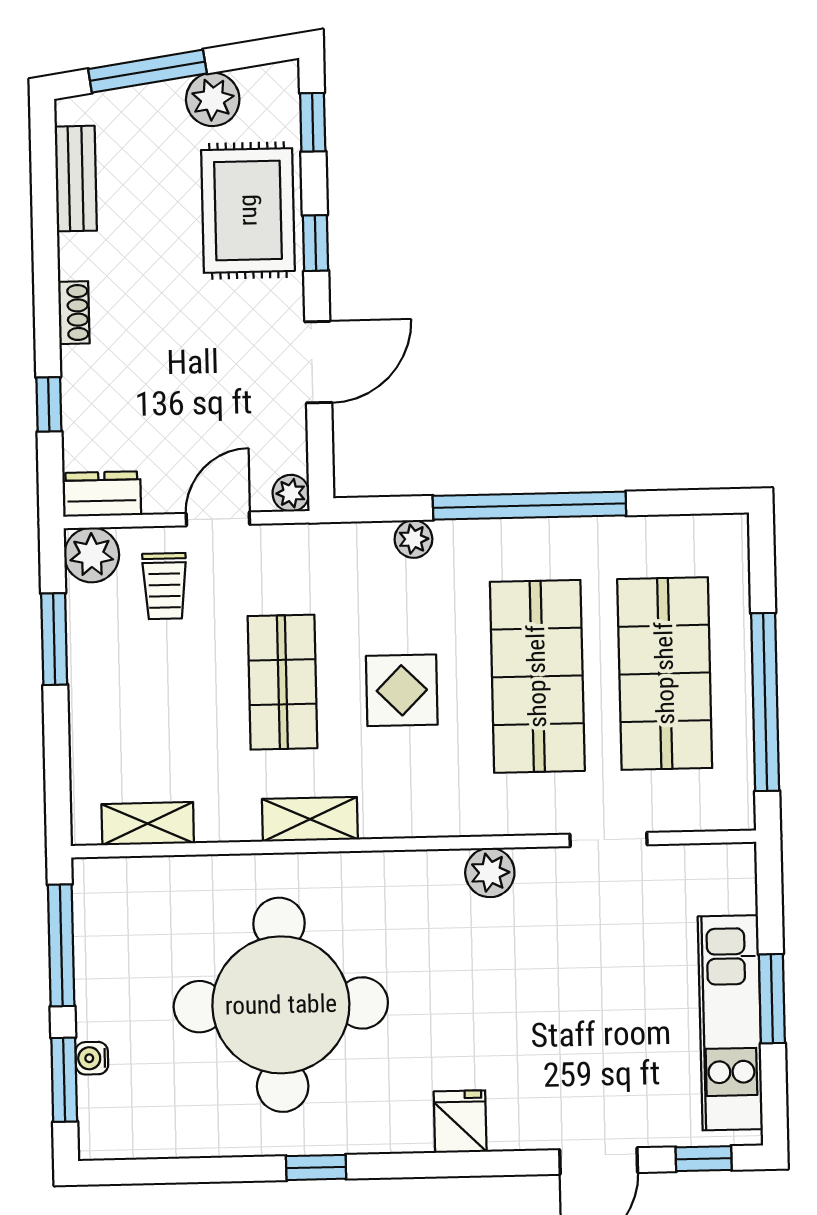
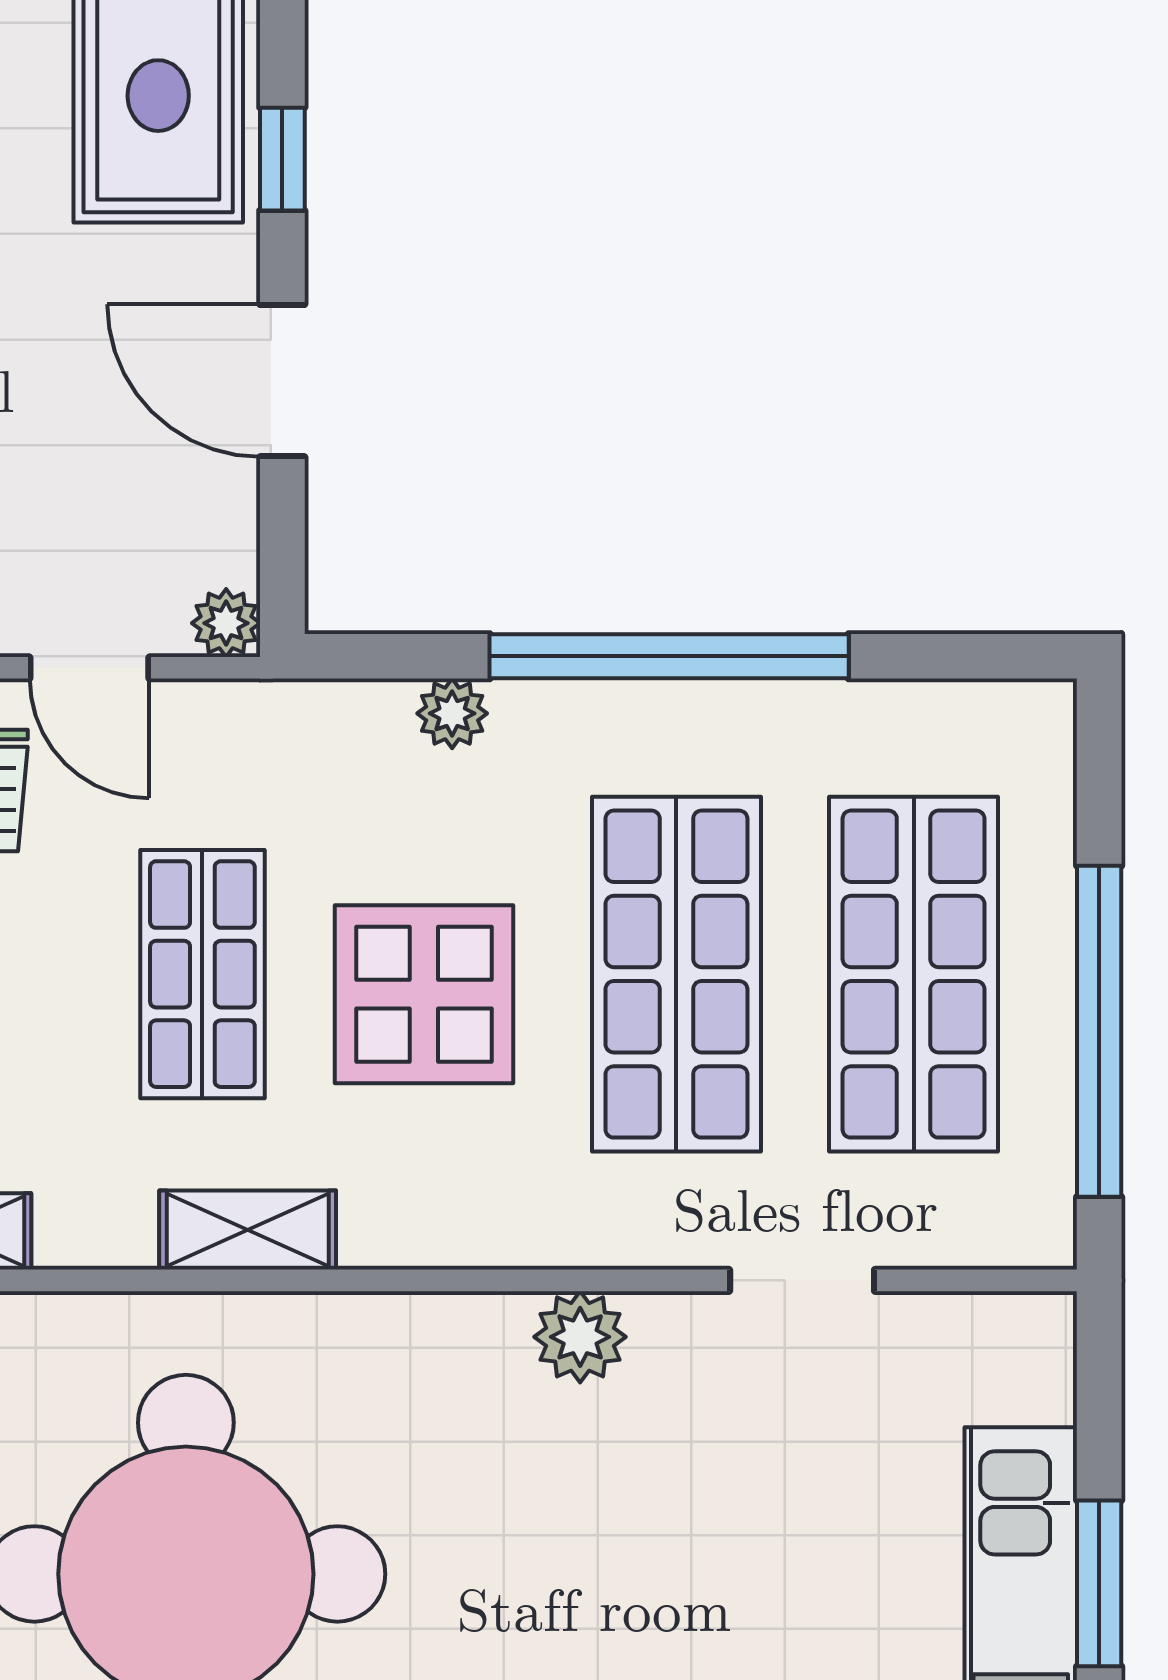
door: (318, 362) -> (282, 381), swing flipped
door: (218, 519) -> (89, 668), swing flipped
display table: (402, 690) -> (424, 994), width x1.36, depth x1.36

